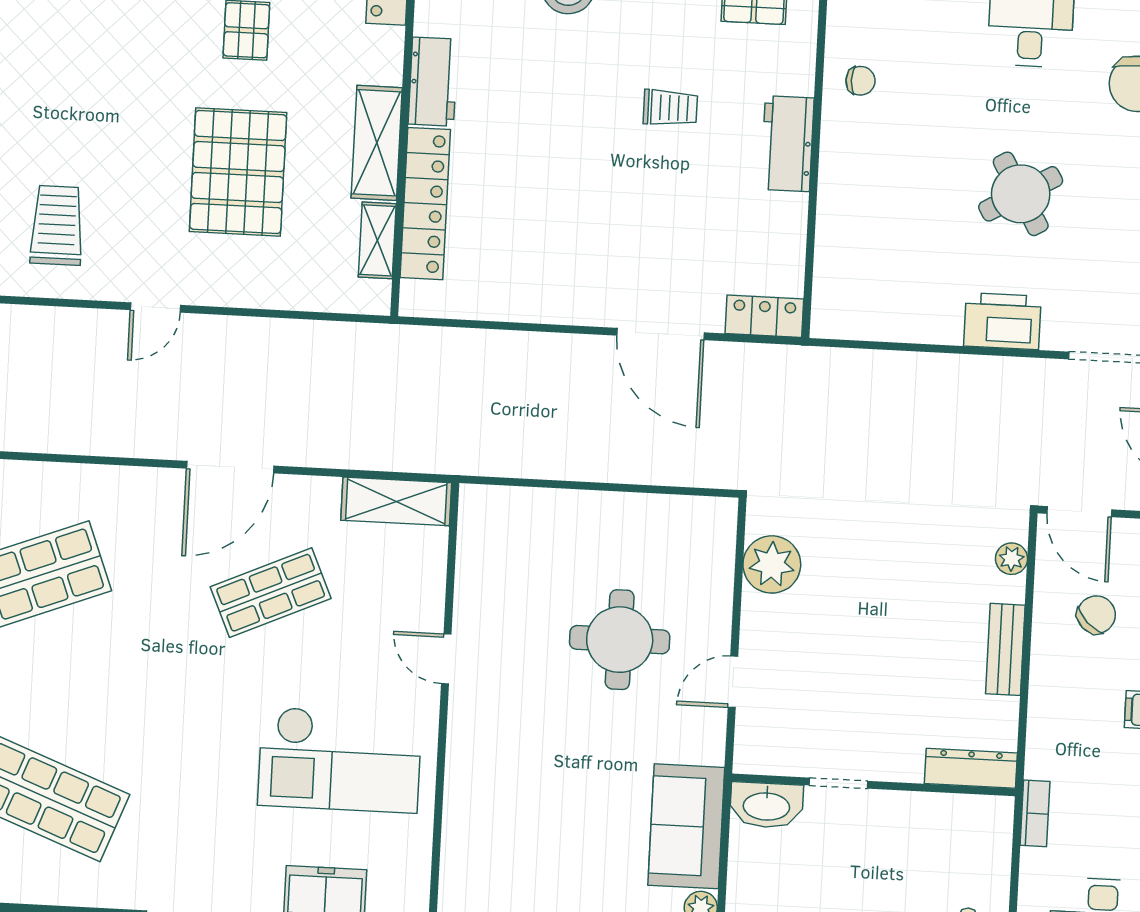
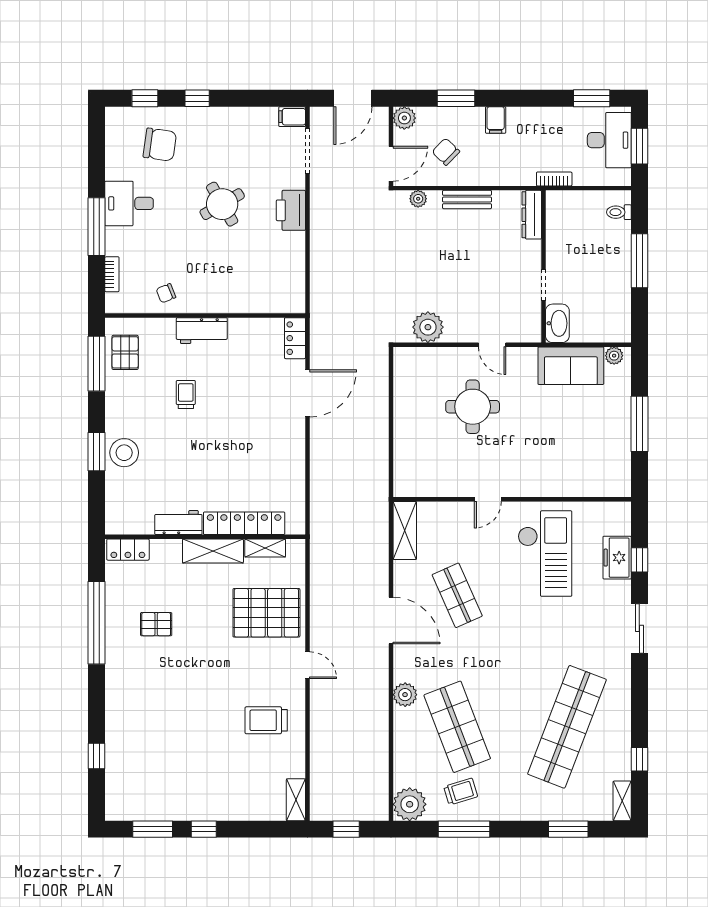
chair: (860, 81) -> (166, 293), turned -112
pallet: (238, 172) -> (266, 613), moved
plant: (91, 486) -> (405, 695), added

